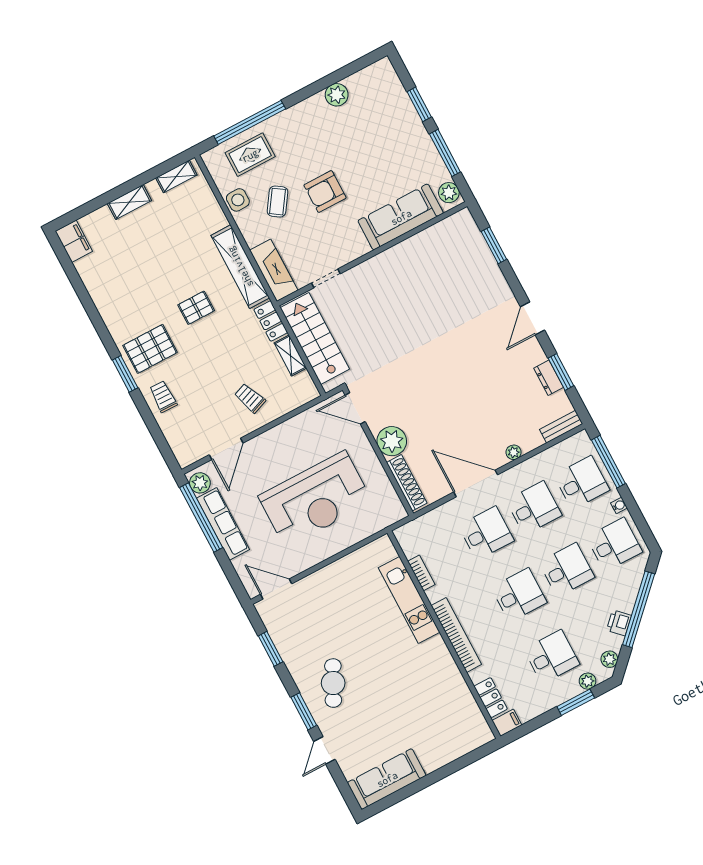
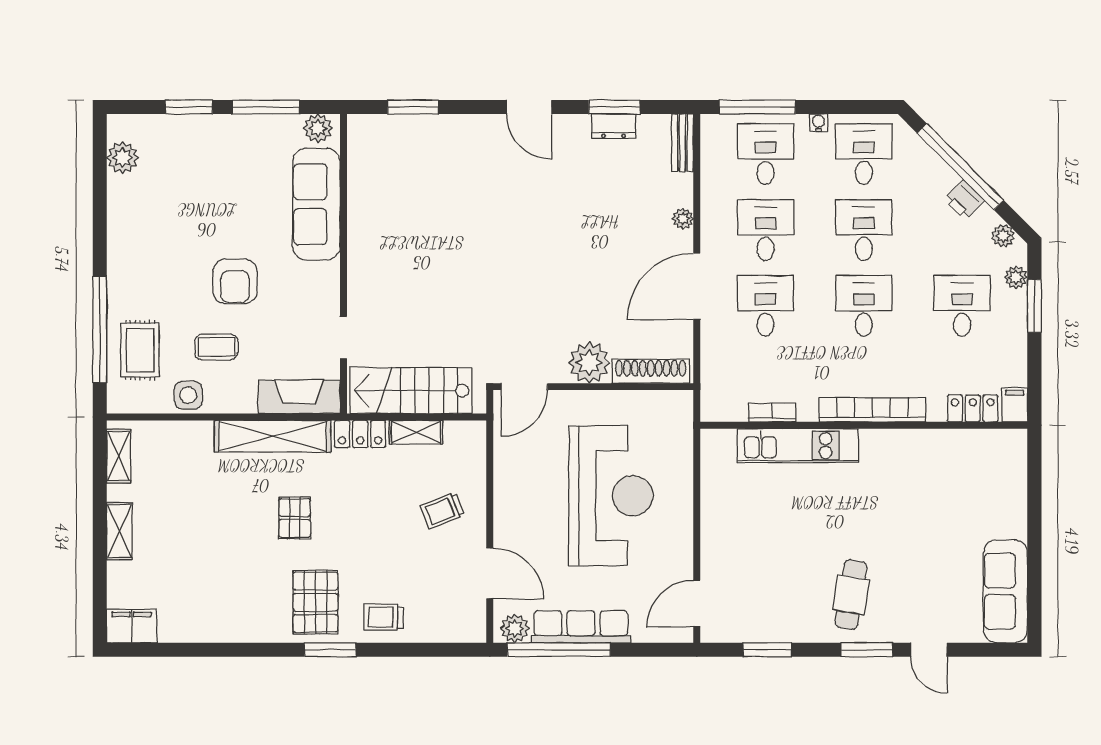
plant: (337, 95) -> (123, 158), moved
coffee table: (277, 202) -> (216, 347), turned -34
cafe table: (333, 683) -> (851, 595), turned 72

